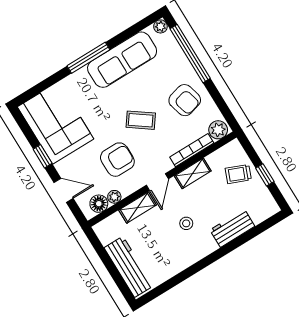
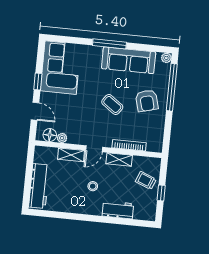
armchair: (185, 100) -> (147, 101), moved
plant: (218, 130) -> (154, 145), removed
armchair: (117, 160) -> (81, 117), removed

